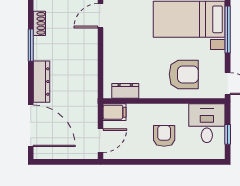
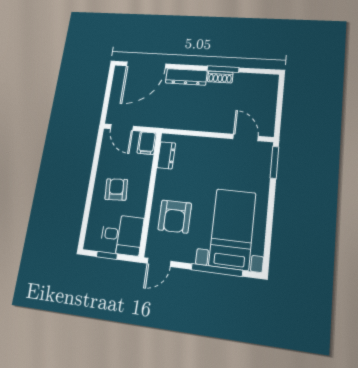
shoe rack: (39, 23) -> (220, 77), moved
armchair: (164, 136) -> (116, 189), turned -94

